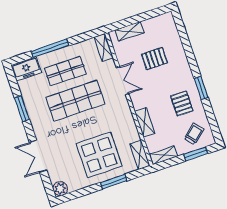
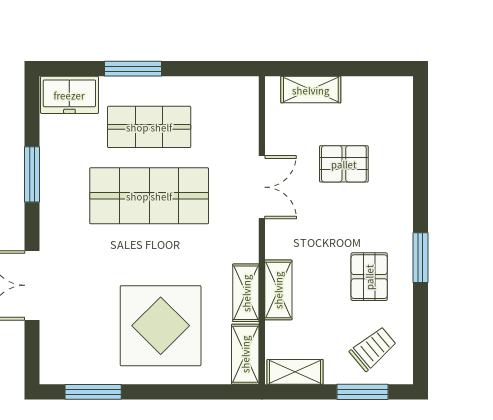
window: (50, 48) -> (133, 69), width x0.69
shelving: (104, 48) -> (246, 293), moved
window: (114, 182) -> (93, 392), moved
plant: (60, 189) -> (55, 369), removed

